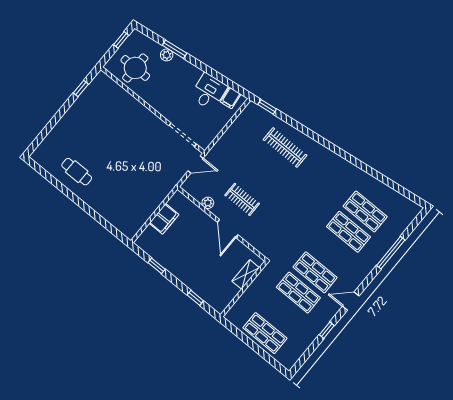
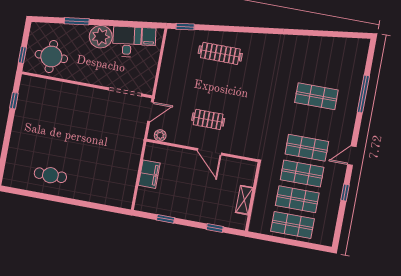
window: (121, 40) -> (22, 55), moved
plant: (167, 55) -> (101, 37), moved, width x1.88, depth x1.88
plant: (208, 203) -> (160, 135), moved
shop shelf: (365, 211) -> (297, 199), moved
shelving: (246, 274) -> (244, 200), moved

